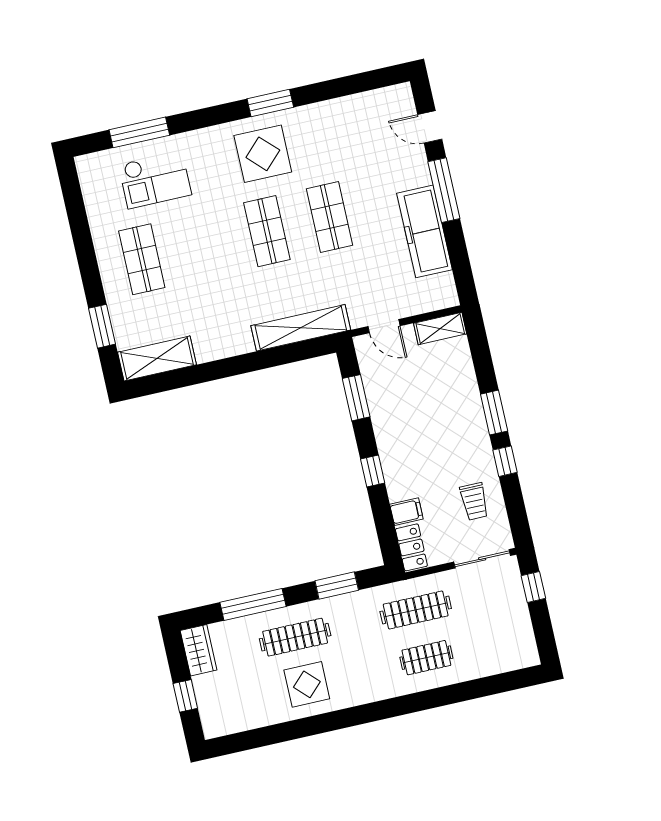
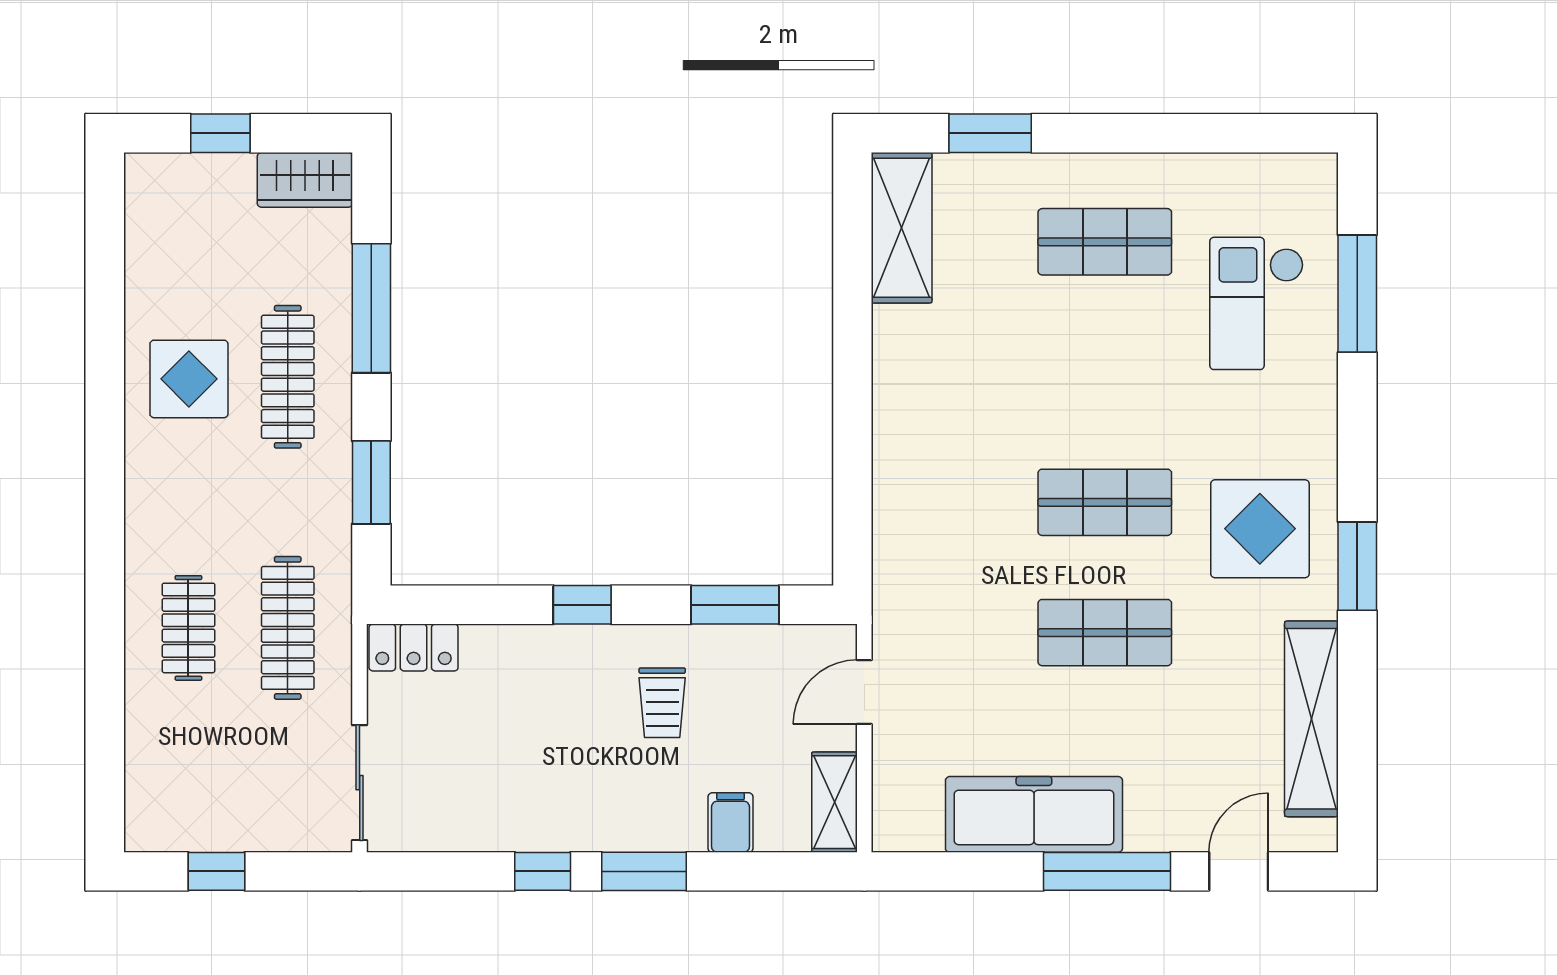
shelving: (301, 328) -> (1311, 719), moved
trolley: (474, 501) -> (662, 703), moved, turned -90
filing cabinet: (406, 512) -> (730, 823), moved, turned 180
window: (533, 587) -> (216, 871), moved

